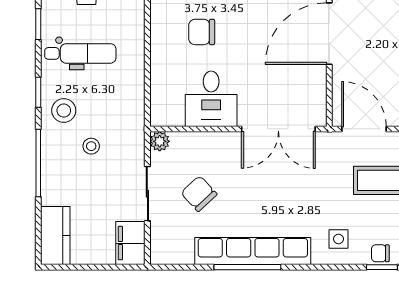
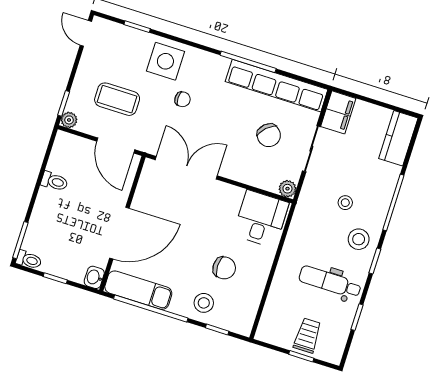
desk: (211, 99) -> (261, 219), moved
side table: (339, 239) -> (165, 61), width x1.87, depth x1.87
row of seats: (253, 251) -> (277, 86), moved
chair: (380, 253) -> (183, 99), moved

